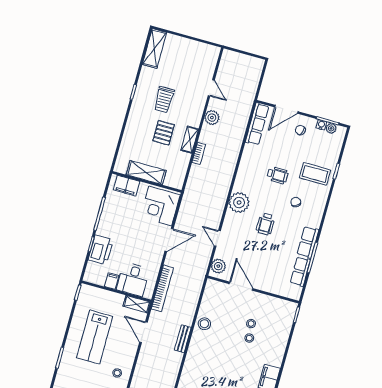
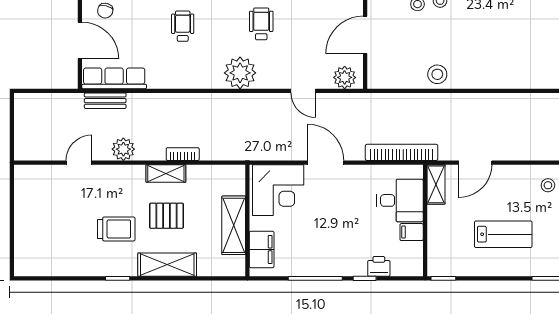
shelving: (154, 48) -> (167, 265), moved
wheelchair: (266, 224) -> (261, 24), turned -90
door: (217, 238) -> (303, 91), hinge flipped
printer: (101, 250) -> (379, 266), width x0.53, depth x0.68
lab bench: (95, 337) -> (503, 234), width x0.73, depth x0.72
bench: (183, 339) -> (105, 101), moved

